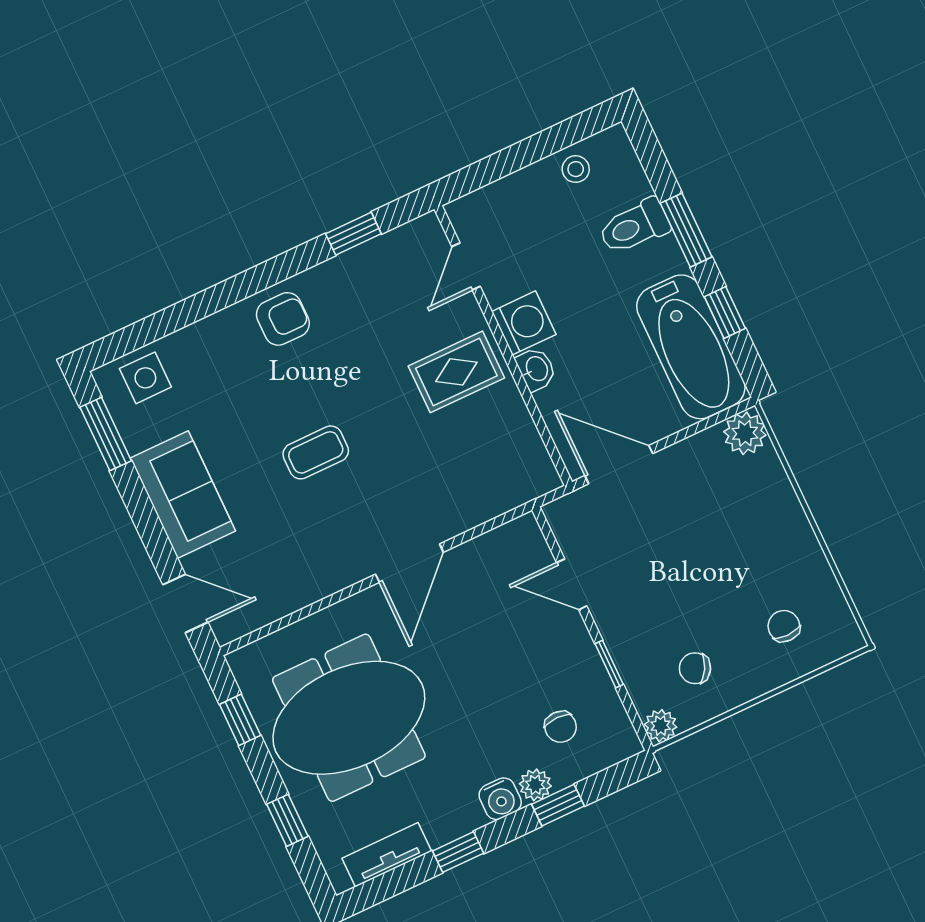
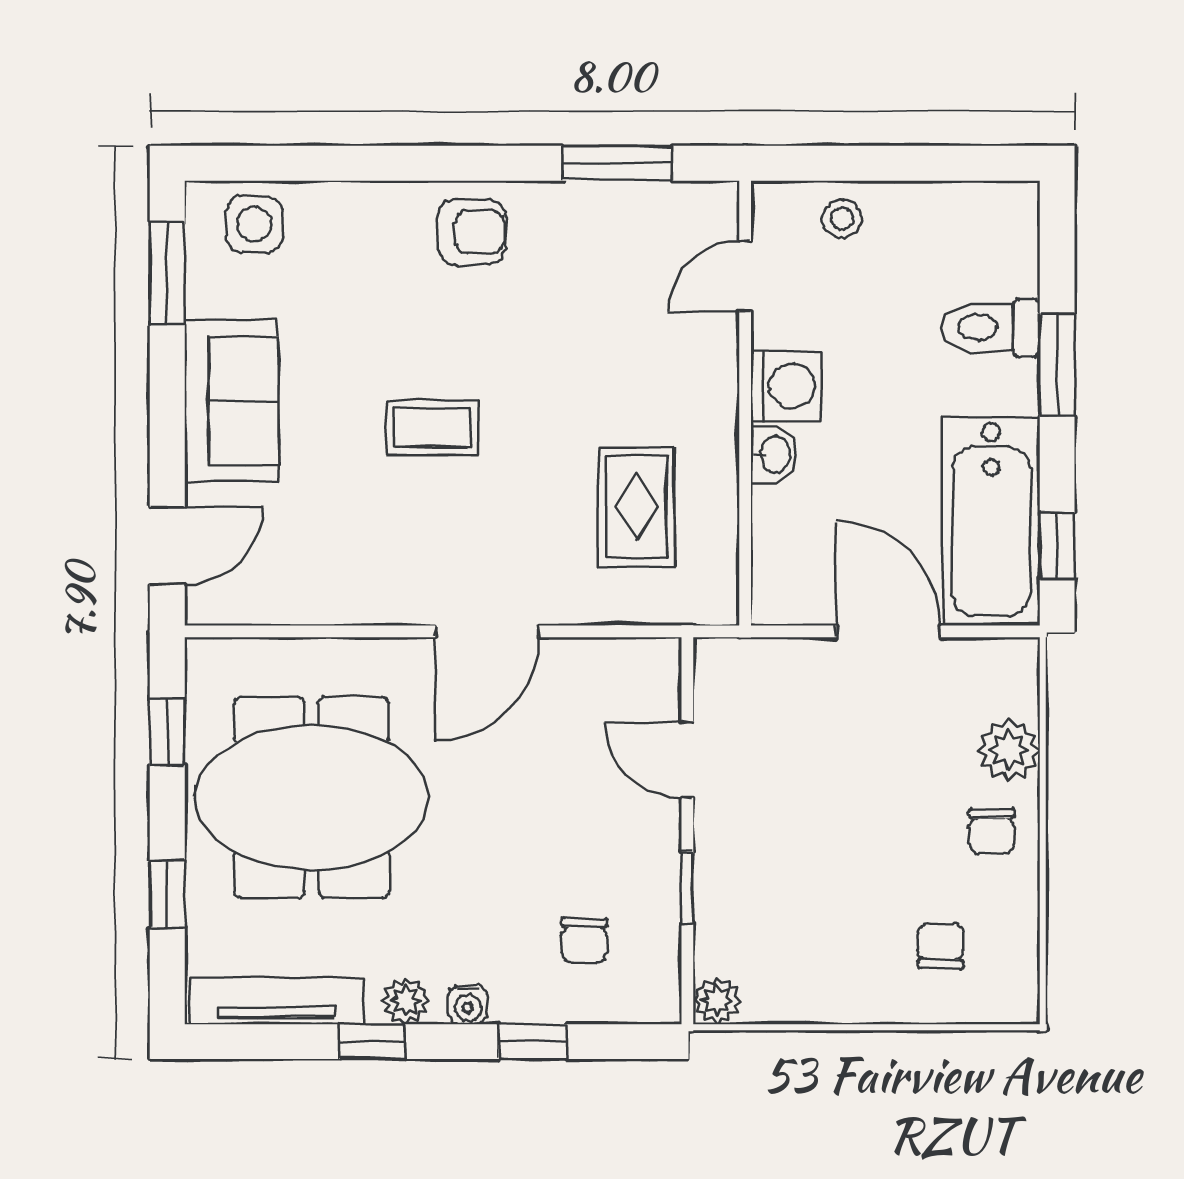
stool: (576, 169) -> (842, 219), moved
window: (353, 234) -> (617, 163), width x1.50
window: (725, 312) -> (1057, 545), moved
rug: (456, 372) -> (636, 507), moved, turned 90
plant: (745, 433) -> (1009, 750), moved
door: (619, 465) -> (888, 631), moved
door: (185, 603) -> (167, 546), hinge flipped
chair: (695, 668) -> (992, 832), moved, turned -119
plant: (535, 785) -> (406, 1001), moved
water cooler: (500, 799) -> (468, 1005), width x0.72, depth x0.72
tv unit: (387, 855) -> (277, 1001), width x1.41

